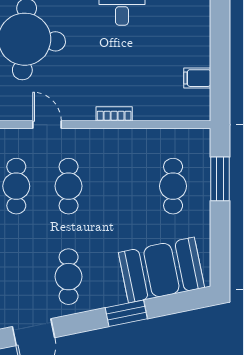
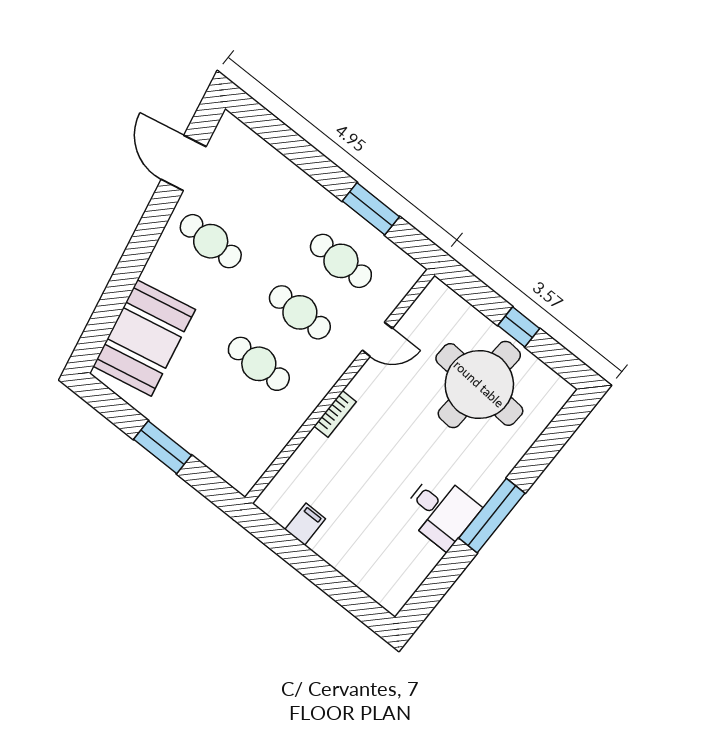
window: (220, 179) -> (163, 447), moved
cafe table: (173, 186) -> (259, 364), moved
window: (126, 313) -> (129, 269), removed

